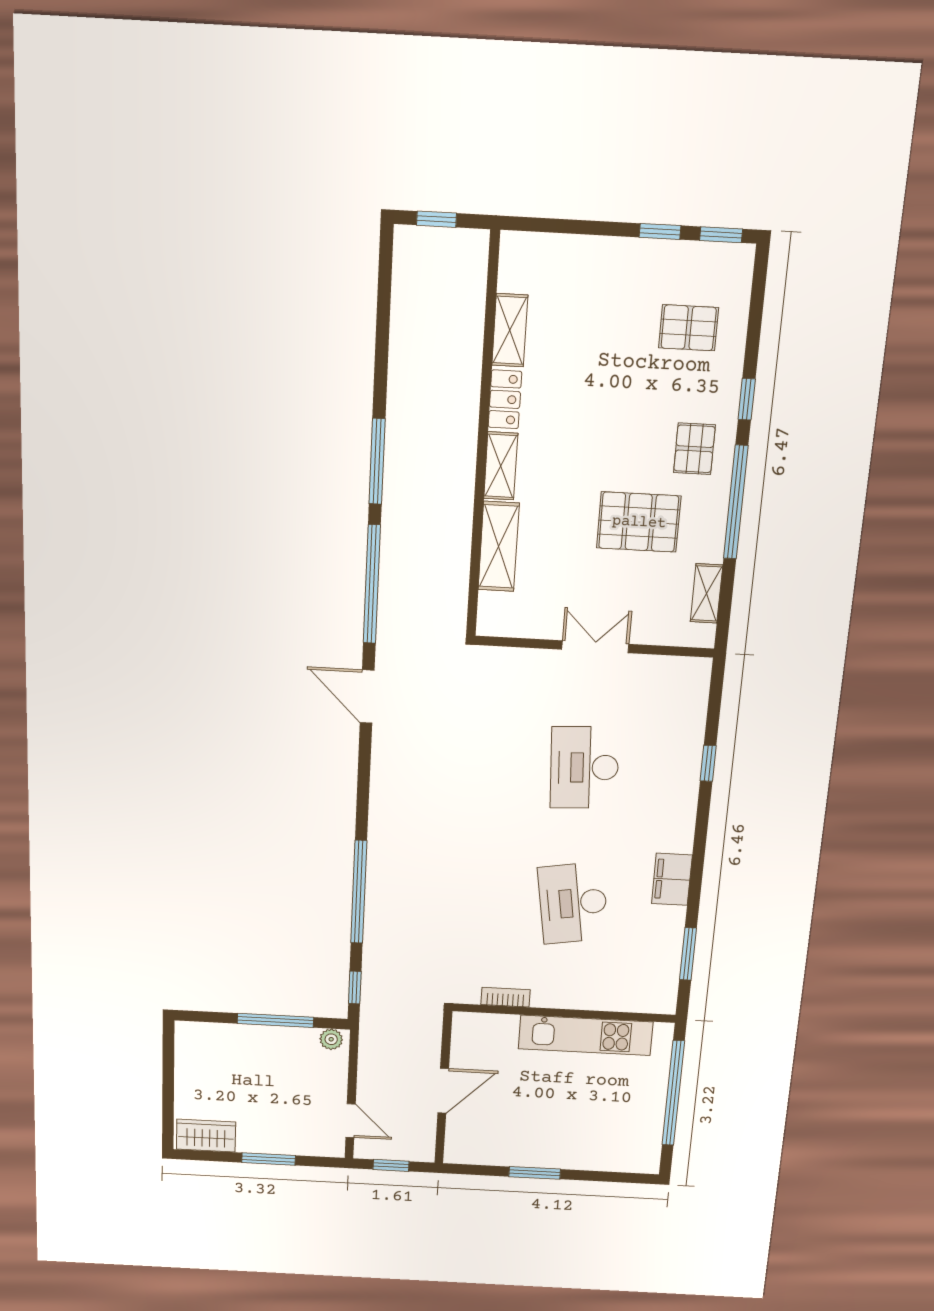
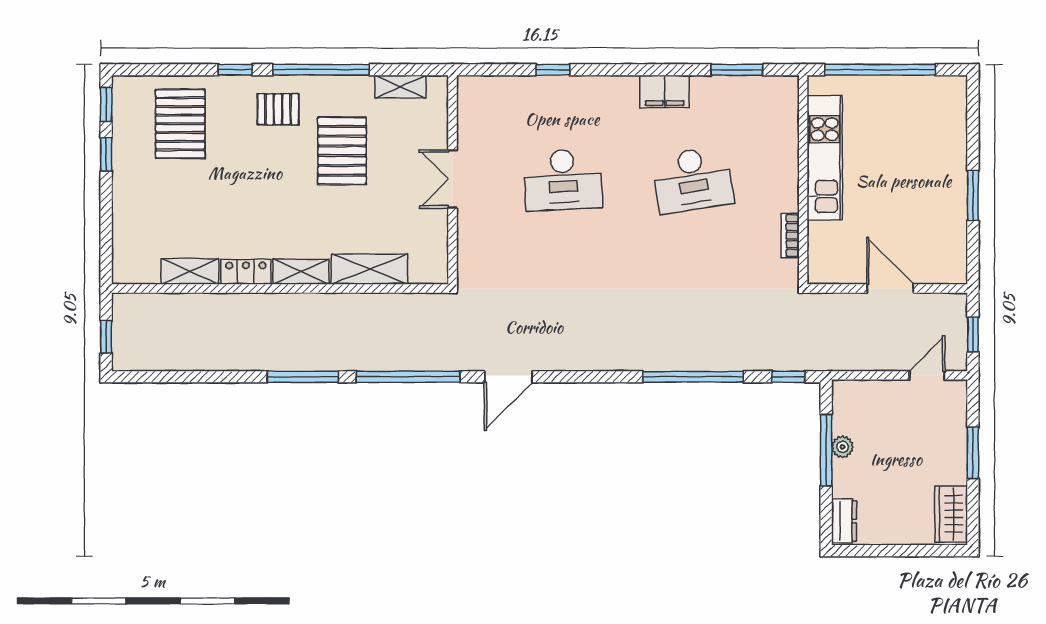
pallet: (689, 328) -> (180, 124), width x1.50, depth x1.42
dresser: (200, 1034) -> (844, 521), added
plant: (331, 1039) -> (843, 447), moved

